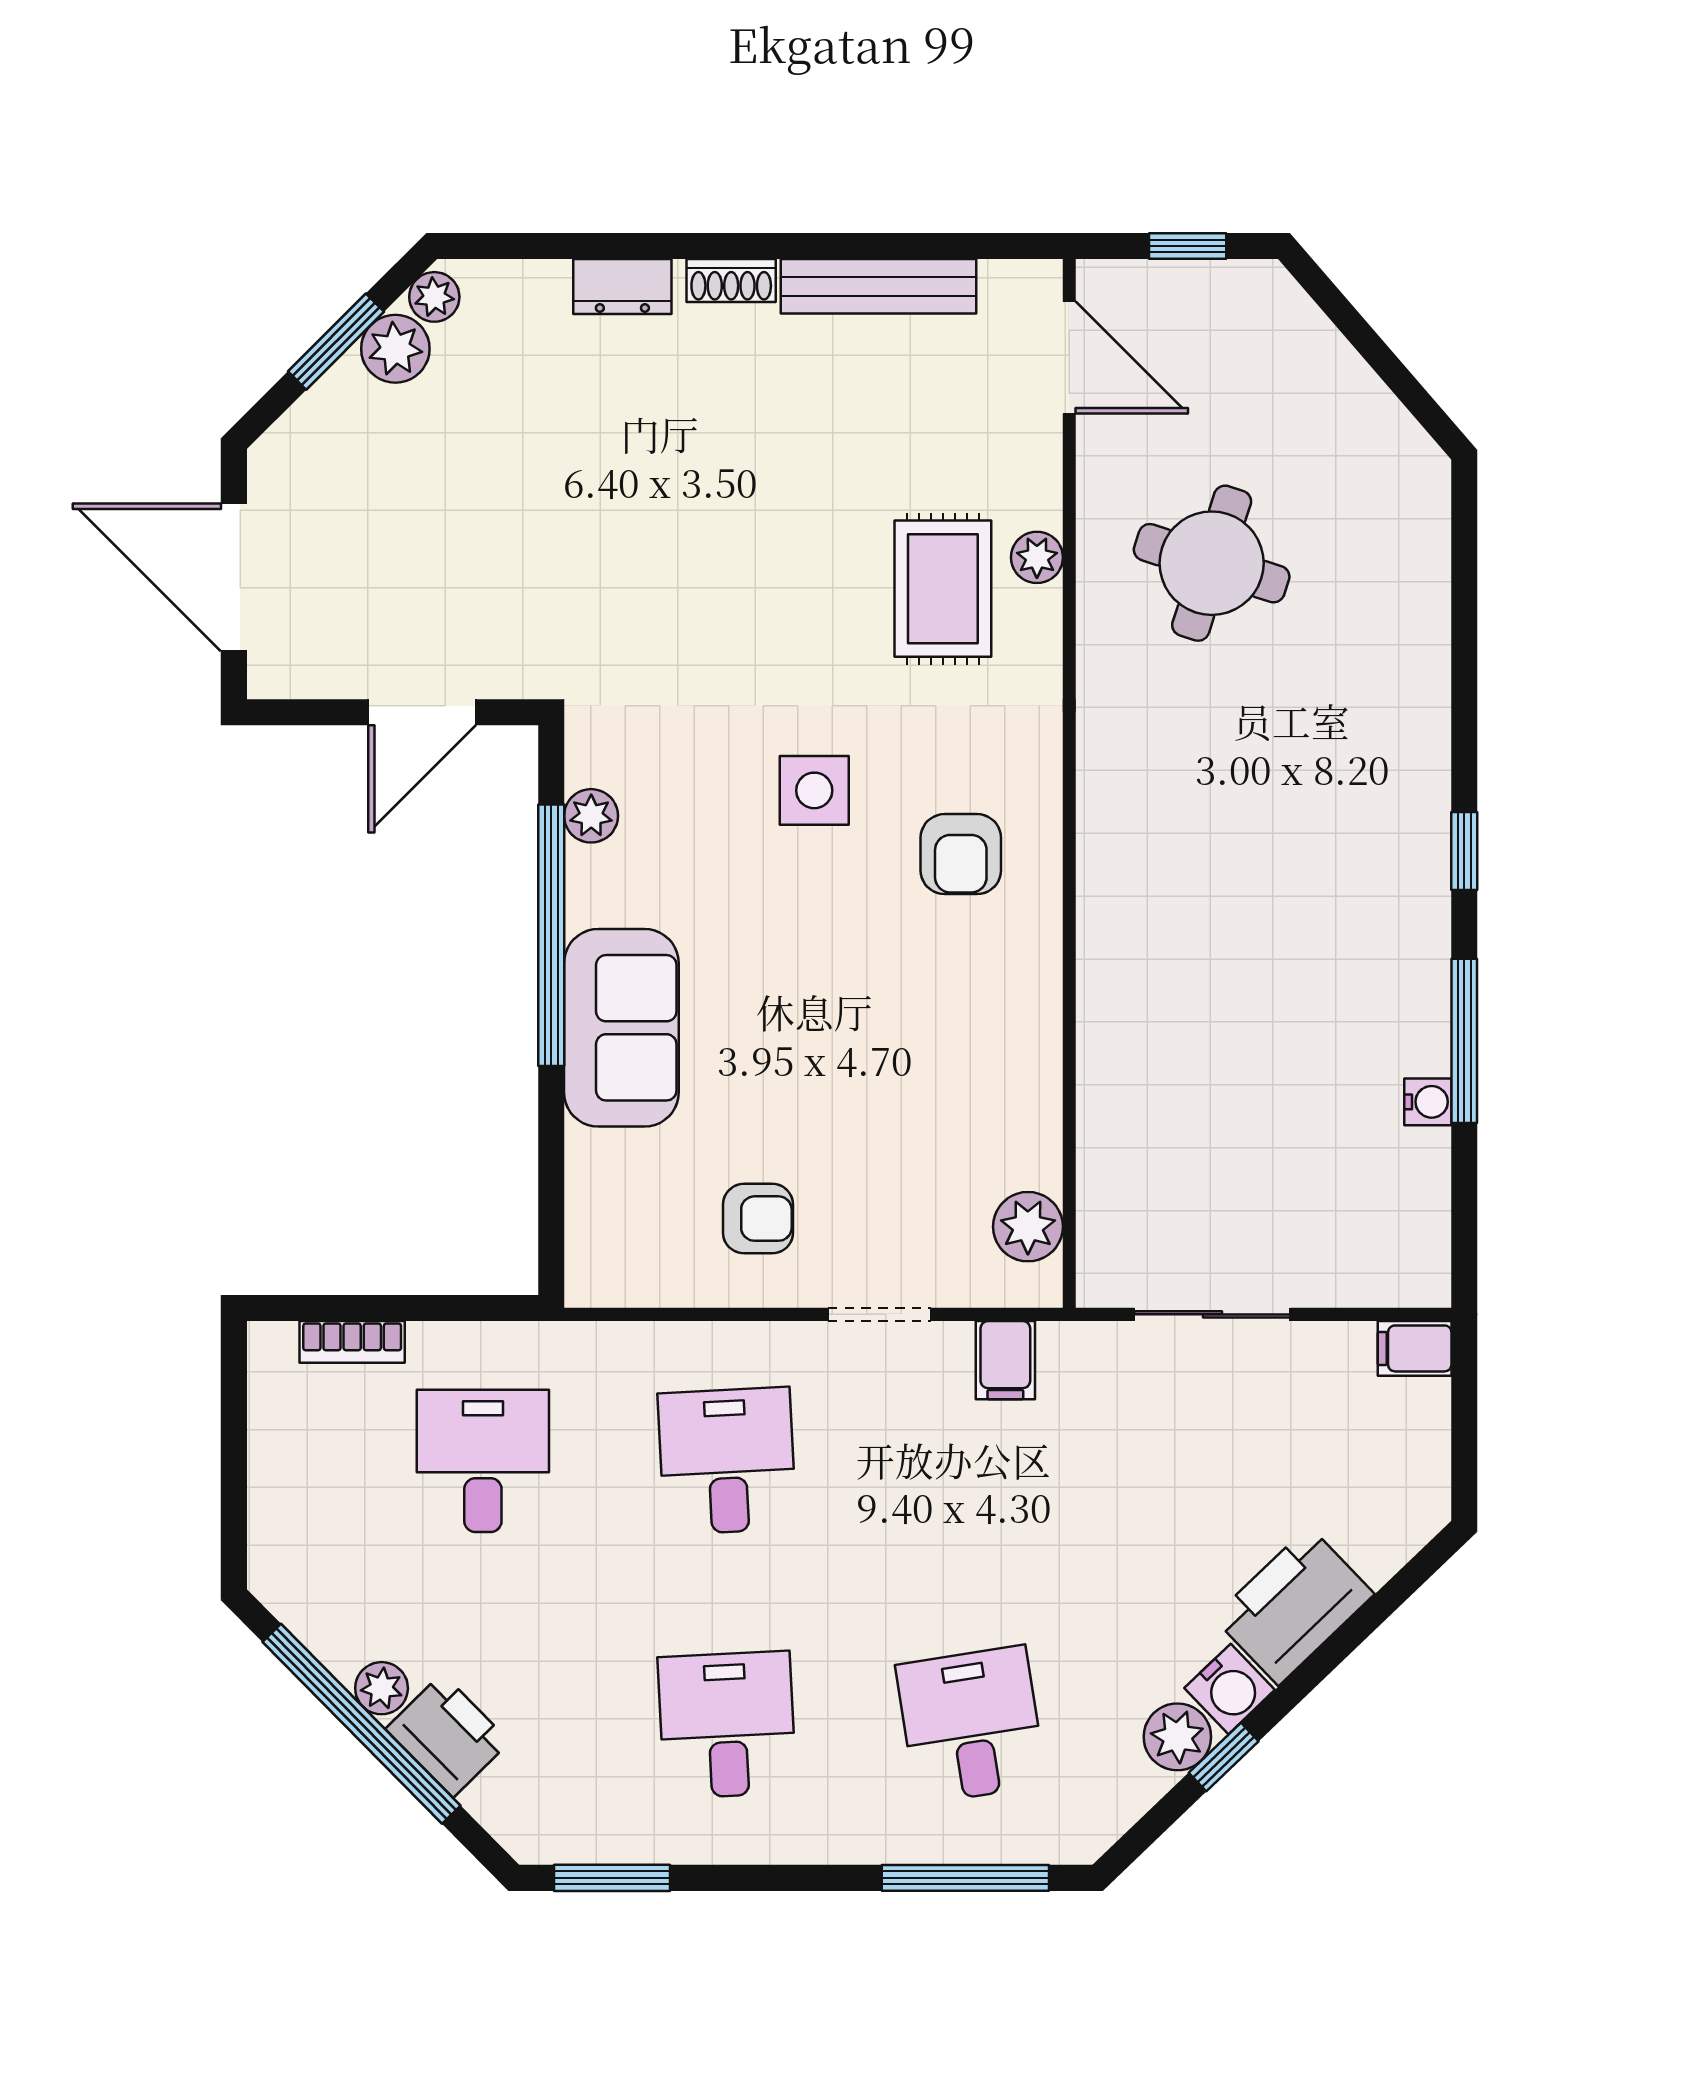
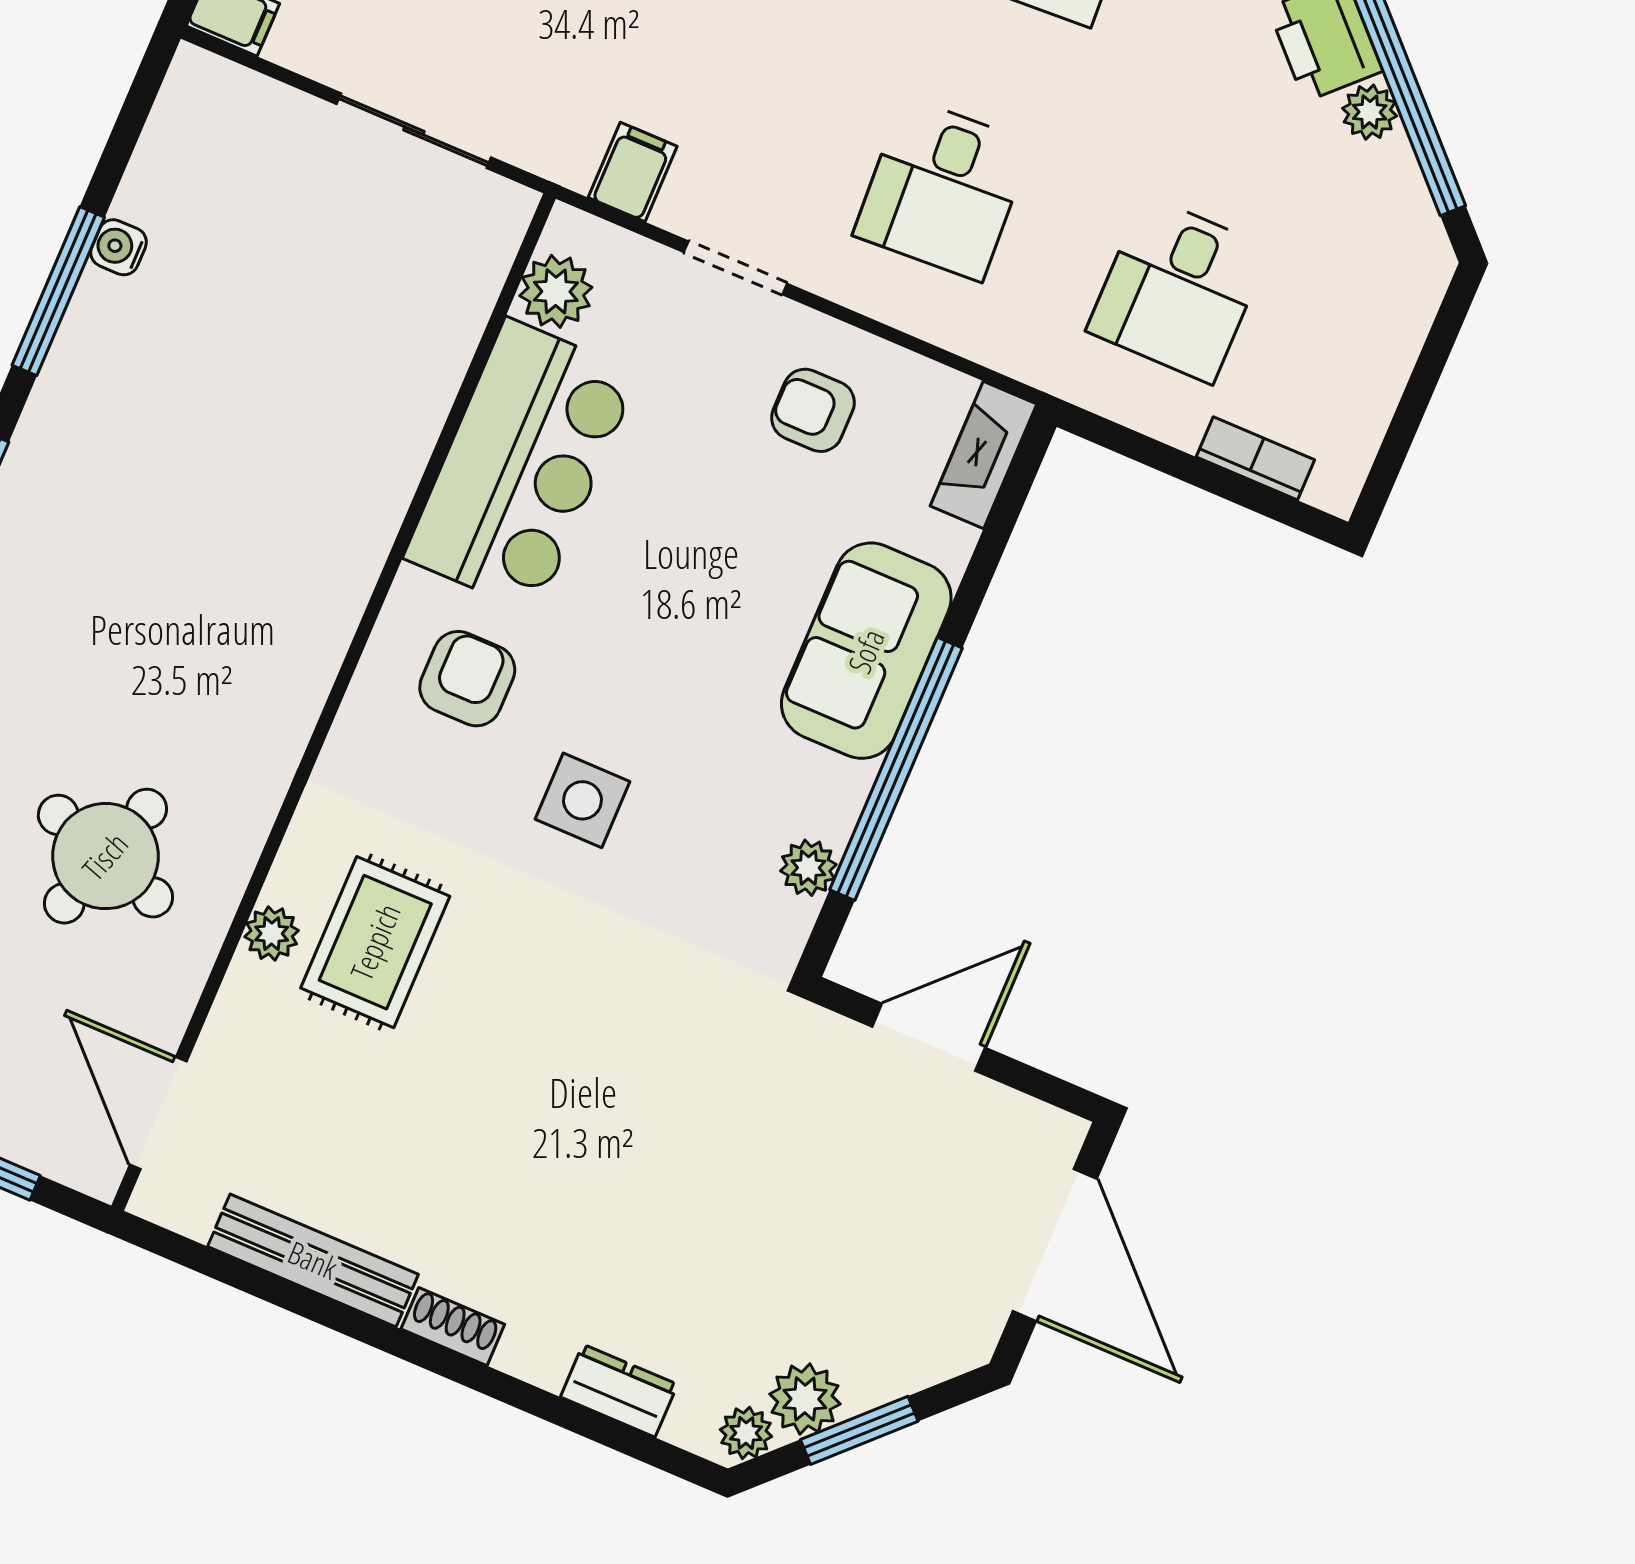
dresser: (622, 287) -> (619, 1391), moved
bar counter: (993, 1061) -> (521, 466), added
fireplace: (592, 1243) -> (984, 455), added

